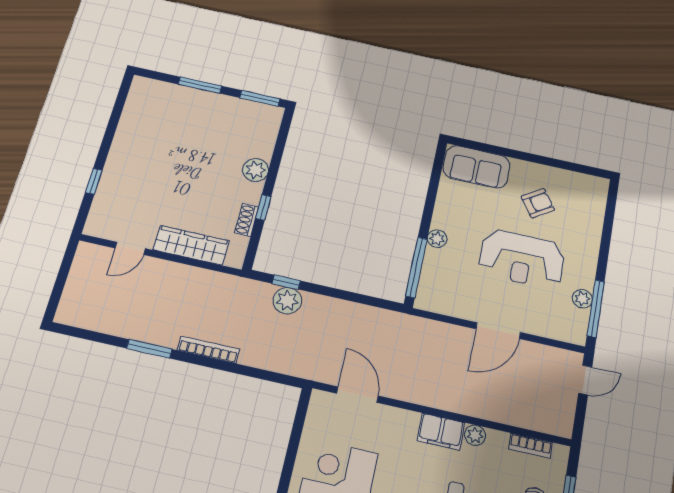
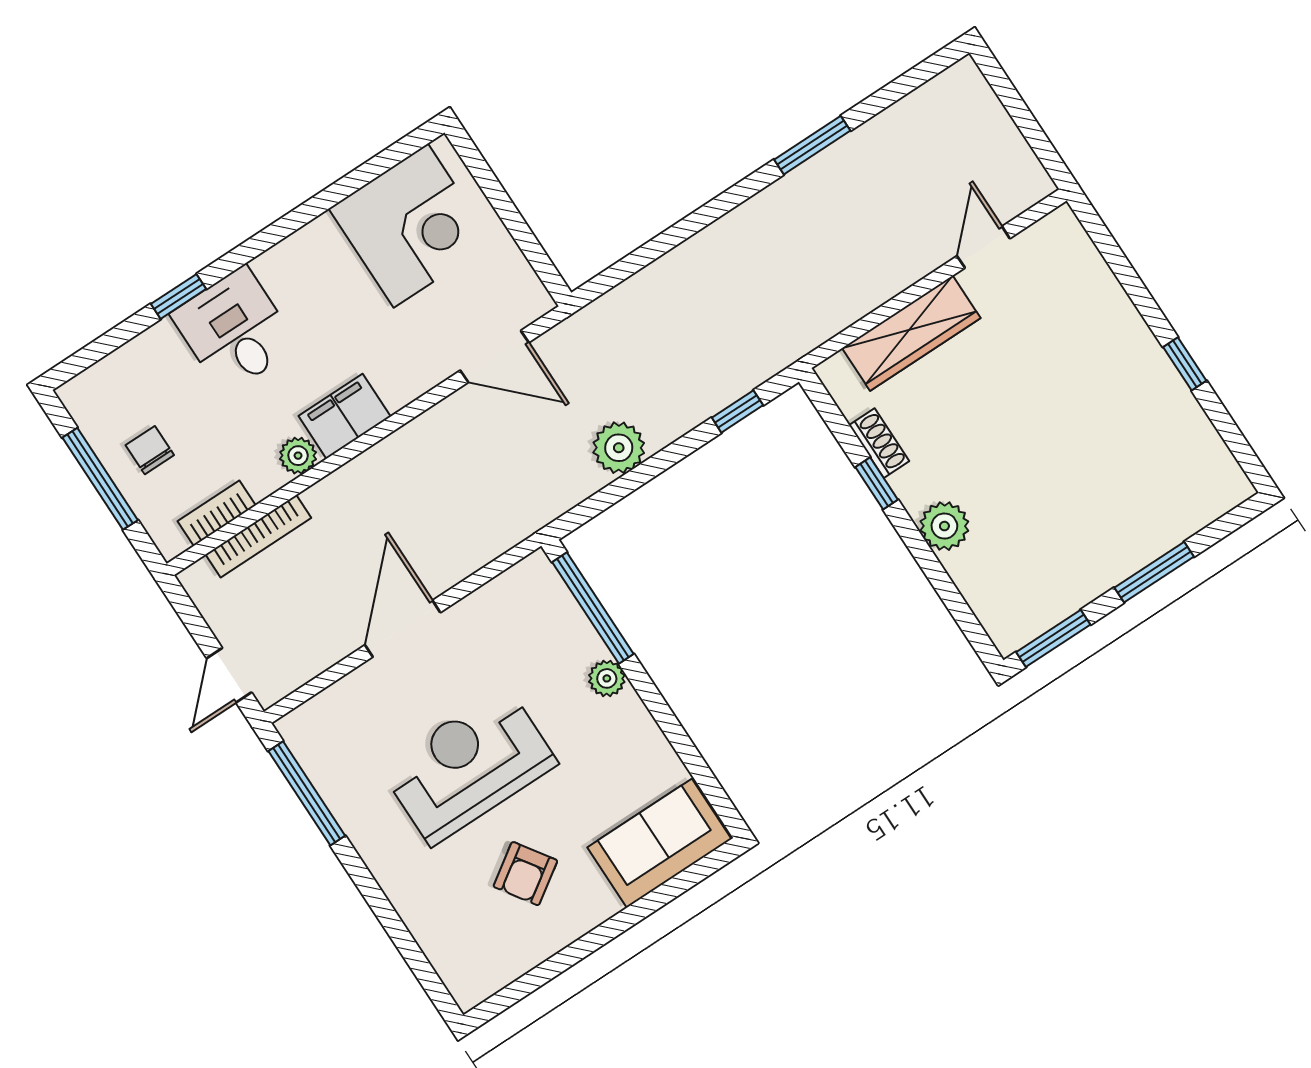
window: (94, 181) -> (1185, 364), moved
plant: (582, 299) -> (337, 790), removed
plant: (287, 301) -> (619, 448), moved
bookcase: (208, 350) -> (258, 536), moved

